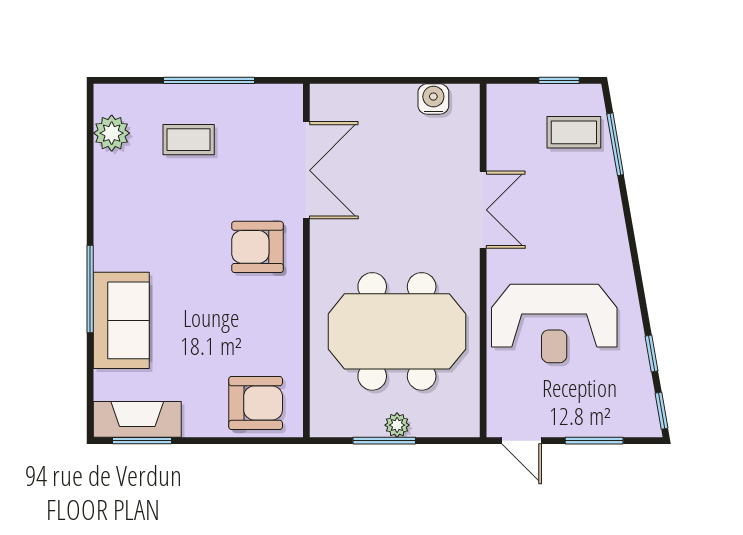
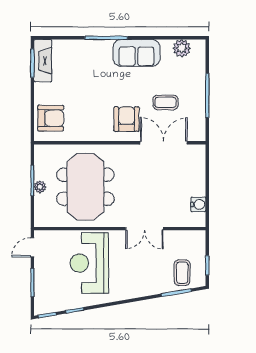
coffee table: (189, 140) -> (165, 102), moved, turned 90
double door: (306, 170) -> (164, 143), swing flipped
sofa: (121, 320) -> (137, 53), moved
armchair: (256, 403) -> (51, 118), turned -90

